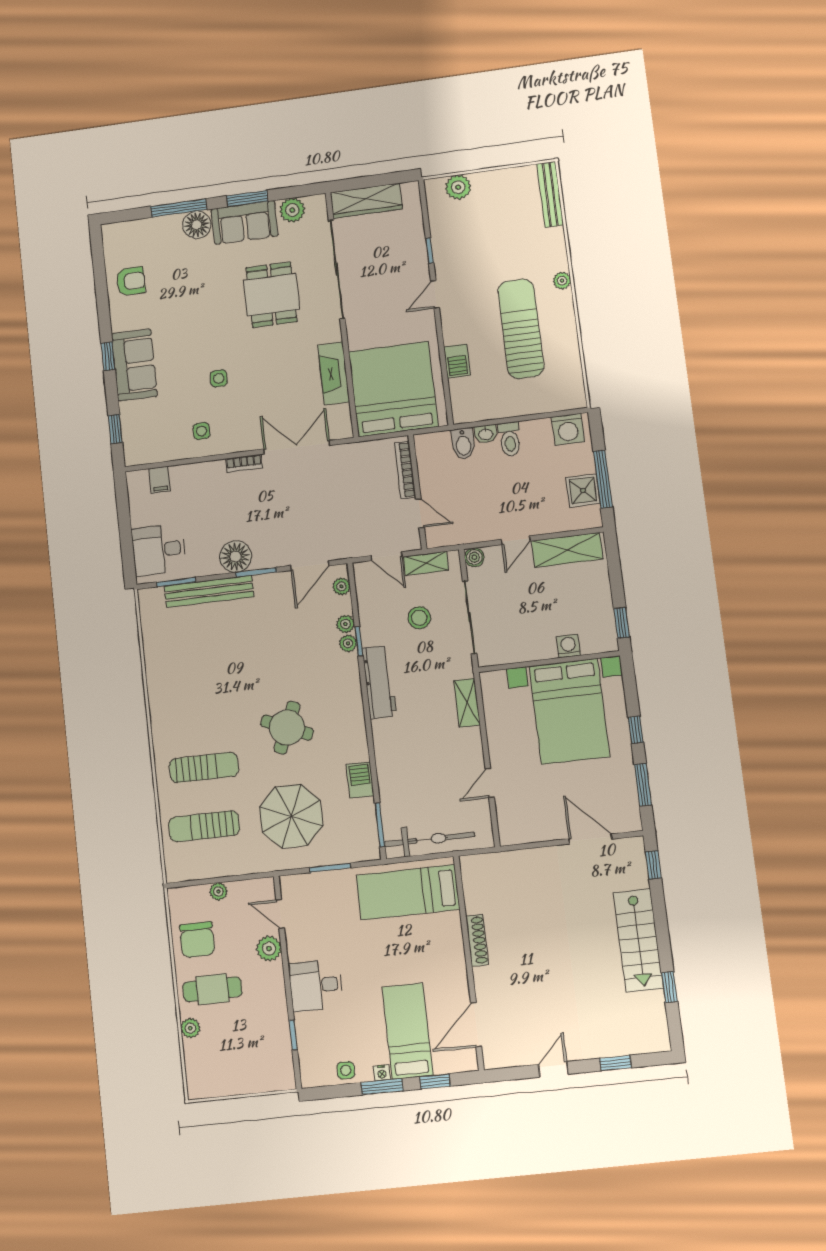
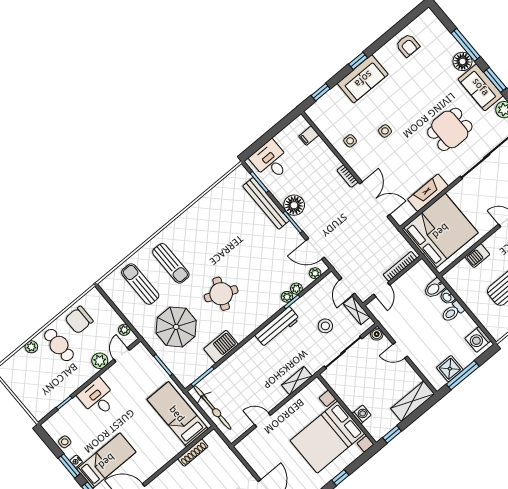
shelving: (567, 550) -> (413, 401), moved, turned 90
barbecue: (360, 780) -> (221, 347), width x1.38, depth x1.27
plant: (218, 891) -> (124, 330), moved
shoe rack: (477, 940) -> (193, 453), moved

